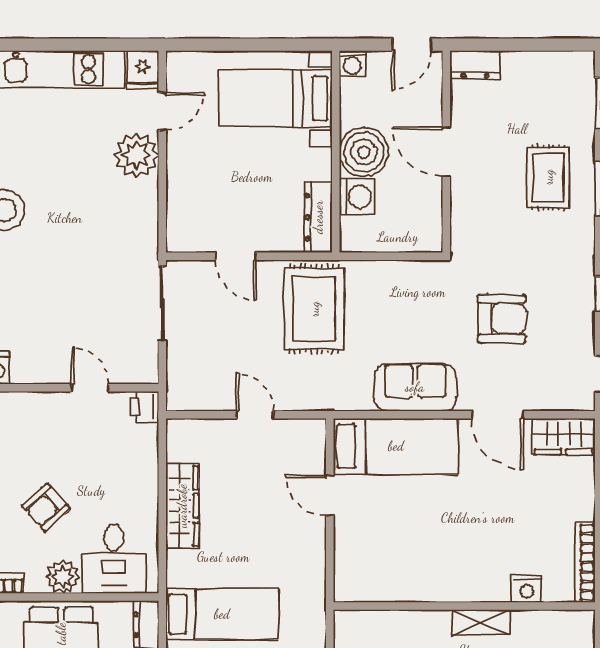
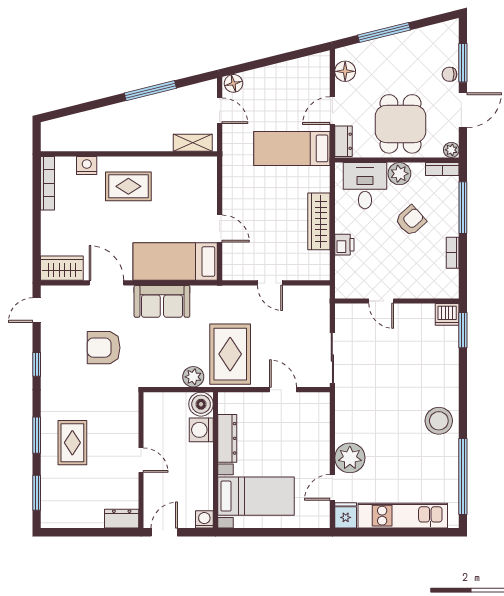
boiler: (364, 152) -> (201, 404), moved, width x0.73, depth x0.73
door: (446, 152) -> (141, 460), width x0.73
dresser: (318, 217) -> (227, 438), moved
plant: (369, 275) -> (193, 377), added
printer: (145, 407) -> (344, 245), moved
rug: (465, 558) -> (128, 186), added
shelving: (481, 623) -> (193, 143), moved

